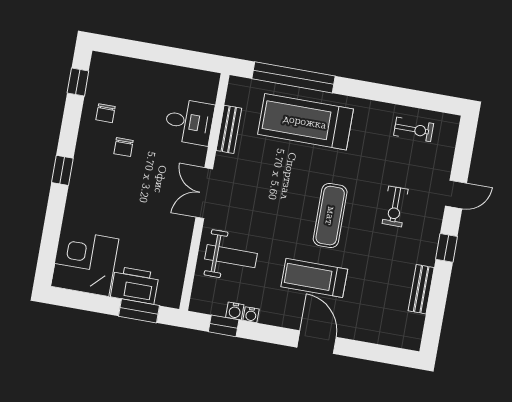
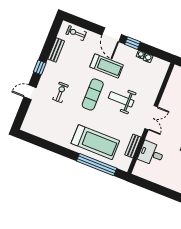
exercise bike: (414, 129) -> (76, 33), moved
weight bench: (231, 256) -> (121, 99), moved
window: (224, 326) -> (133, 43), moved

